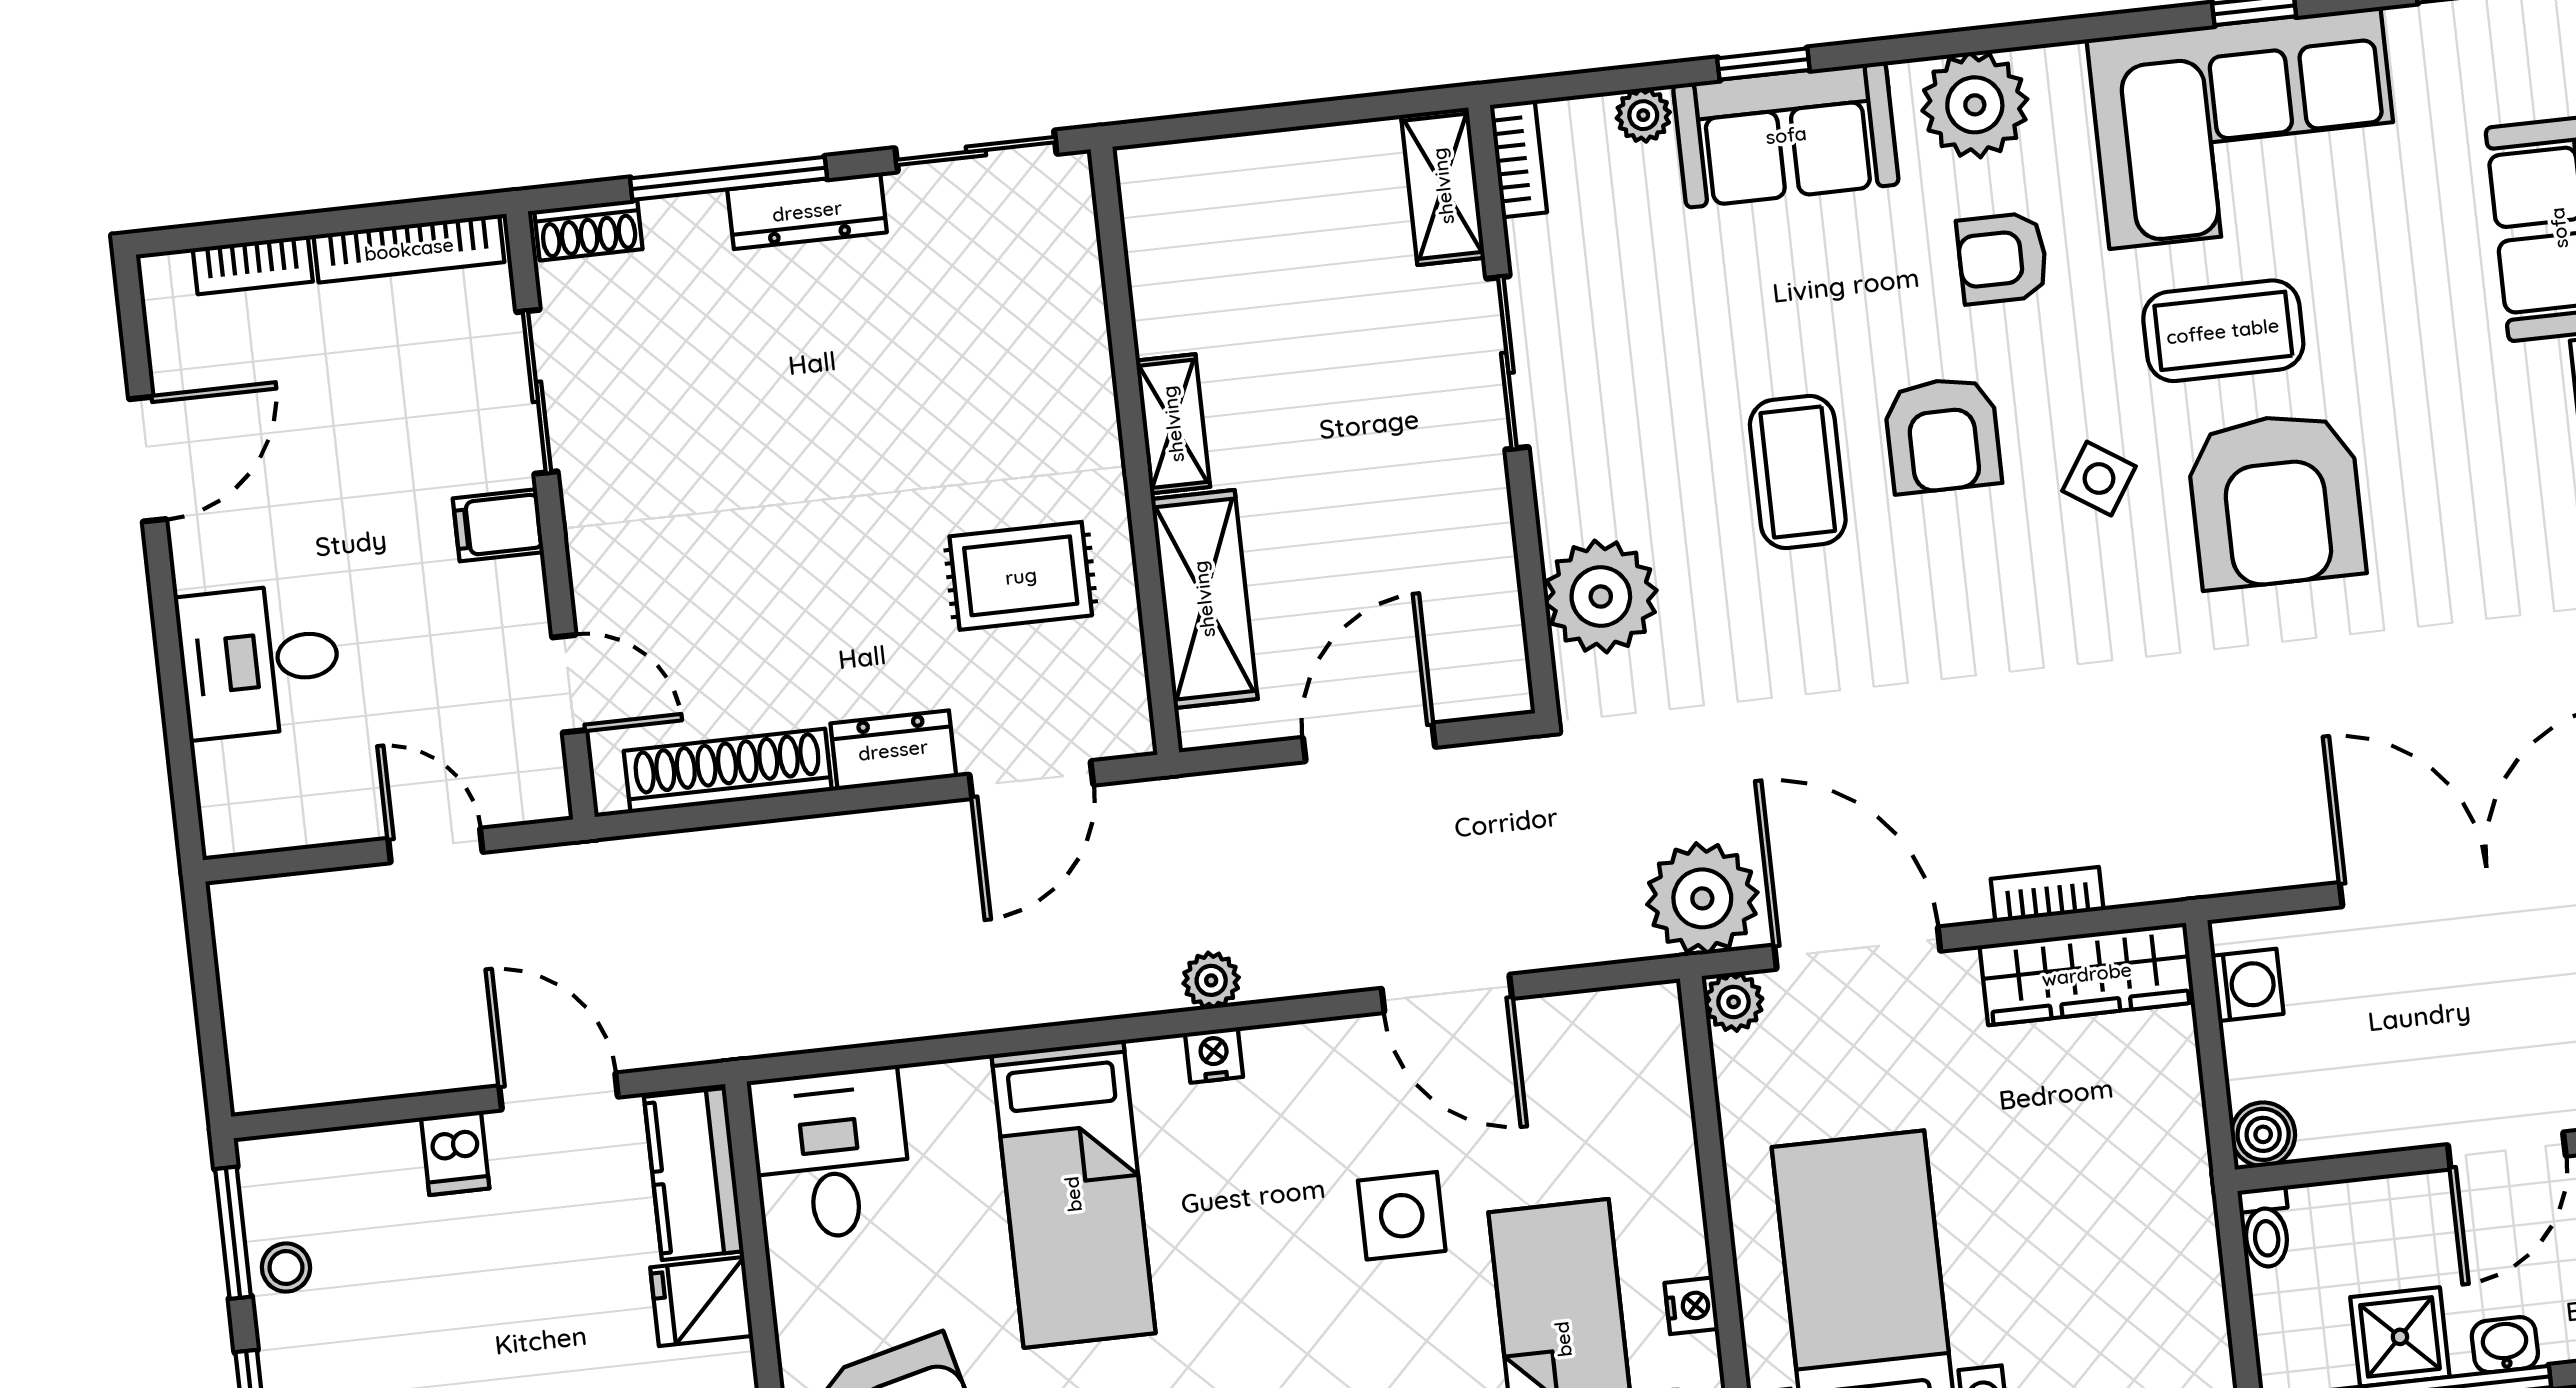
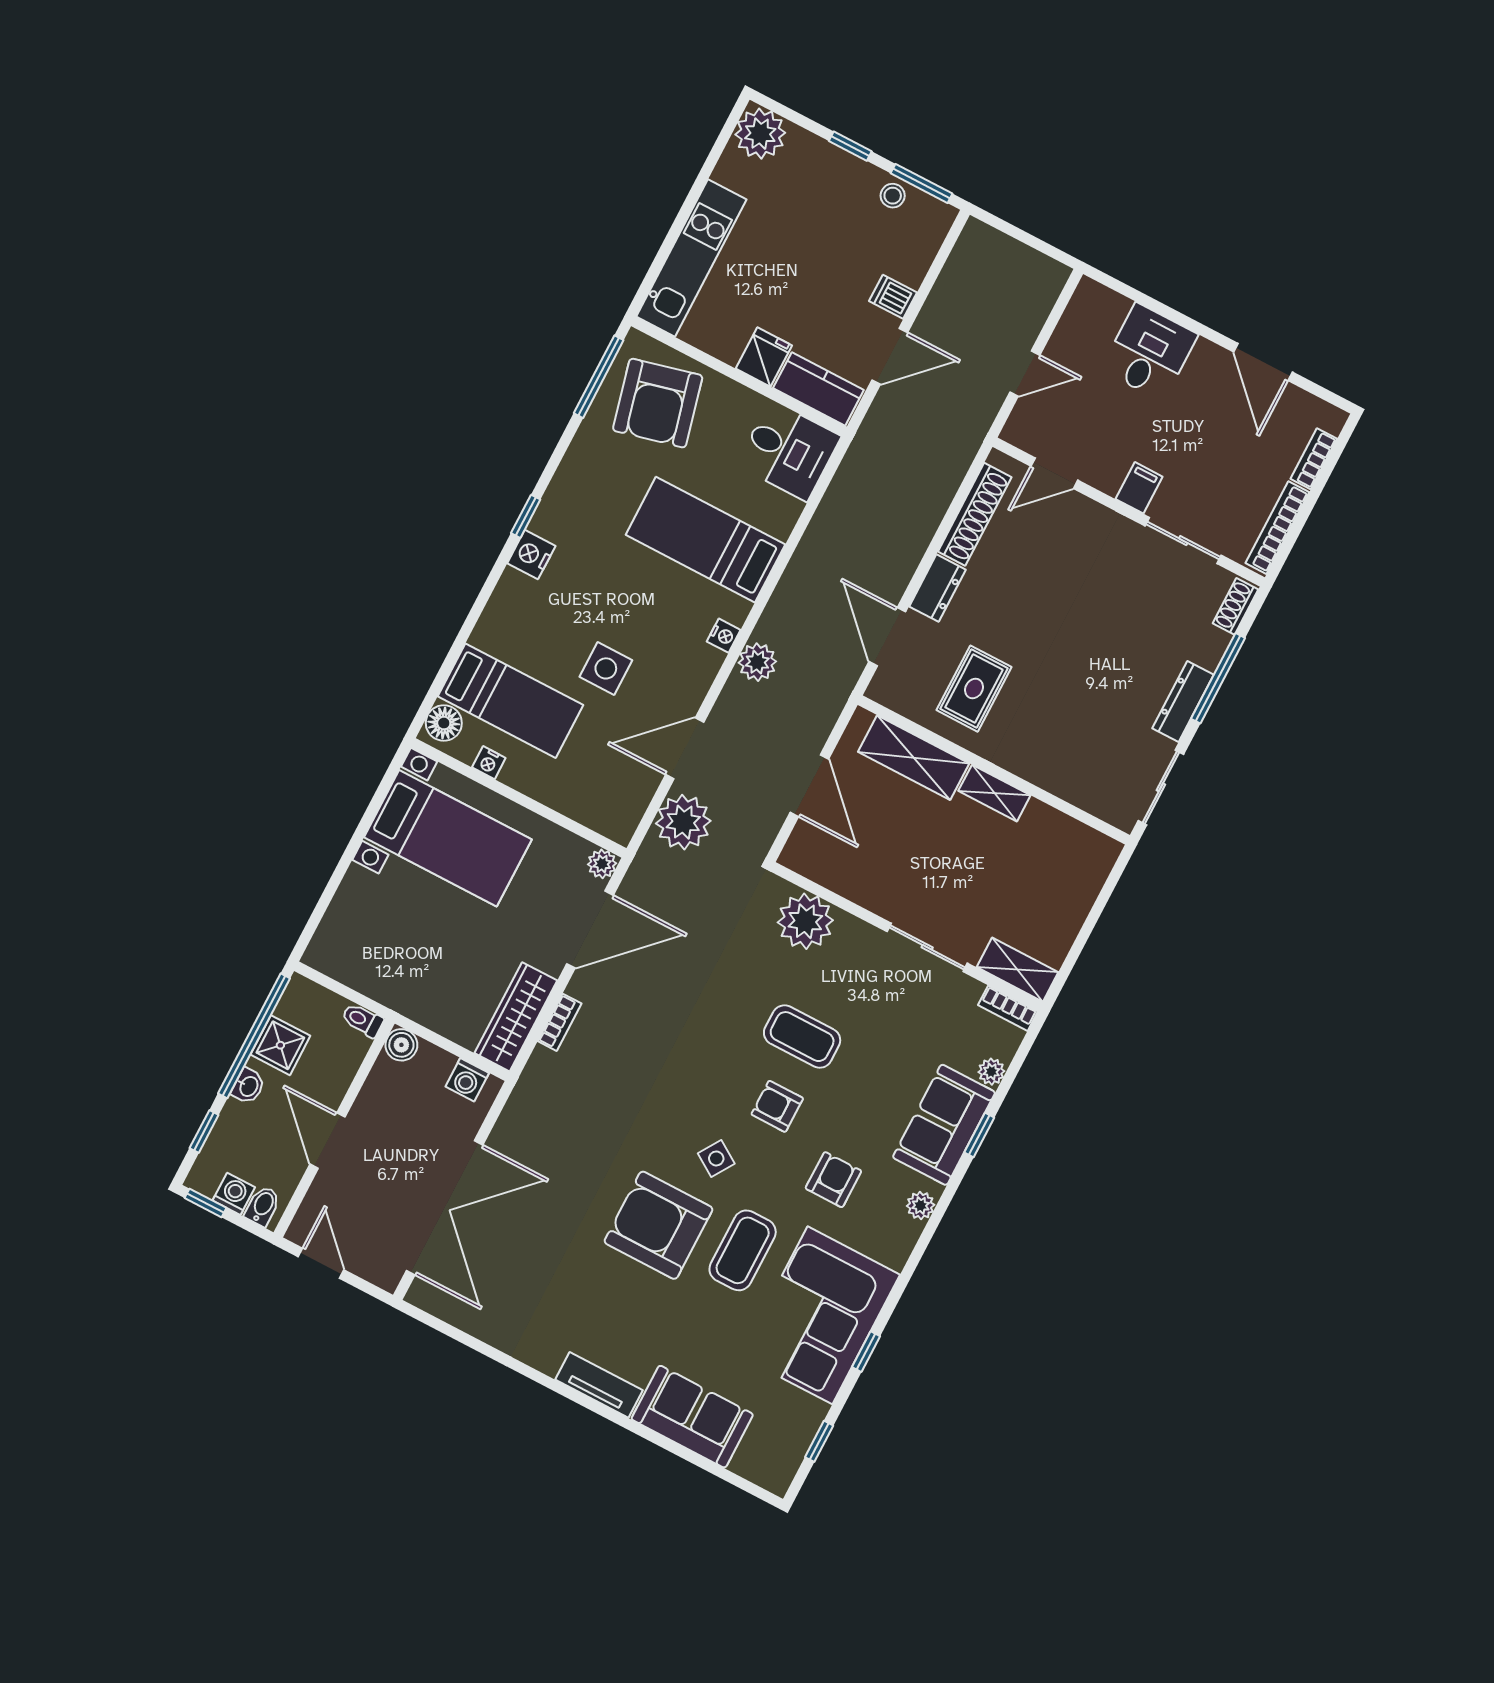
plant: (1975, 105) -> (921, 1205), width x0.53, depth x0.53
armchair: (1943, 435) -> (777, 1106), width x0.72, depth x0.72
plant: (1702, 898) -> (683, 822), moved
plant: (1211, 980) -> (757, 662), width x1.38, depth x1.38

